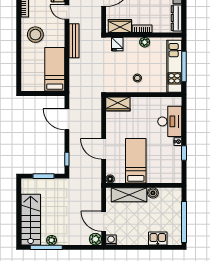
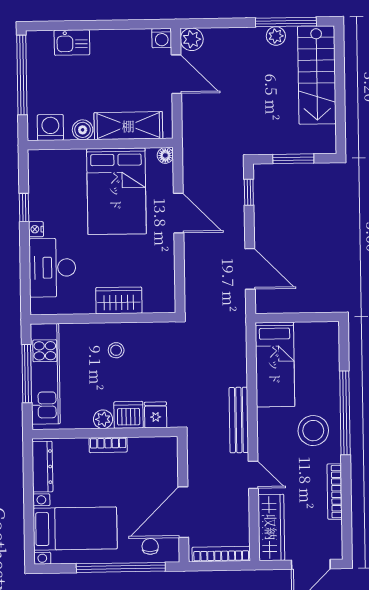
wardrobe: (120, 26) -> (151, 450), removed
window: (19, 44) -> (345, 413), added
dishwasher: (131, 44) -> (129, 415), added
wardrobe: (118, 104) -> (119, 300), moved
bed: (136, 161) -> (116, 191), width x1.50
washing machine: (170, 194) -> (50, 128), added

